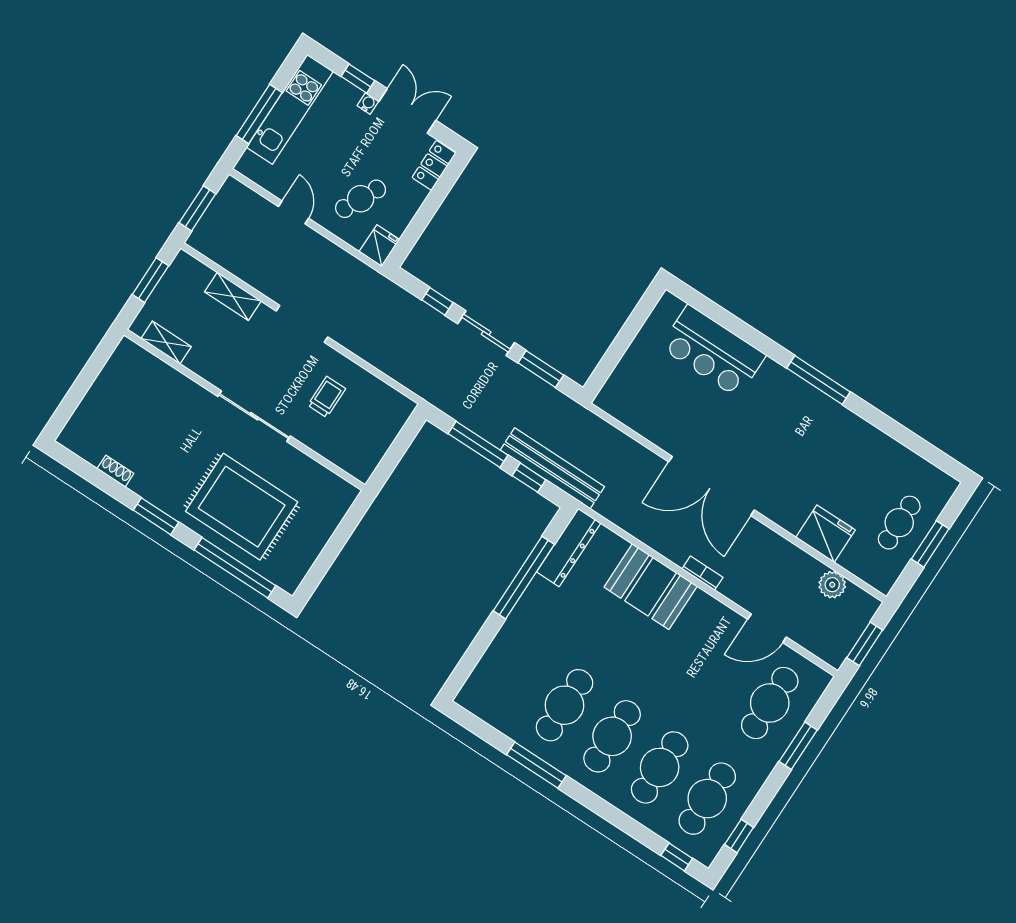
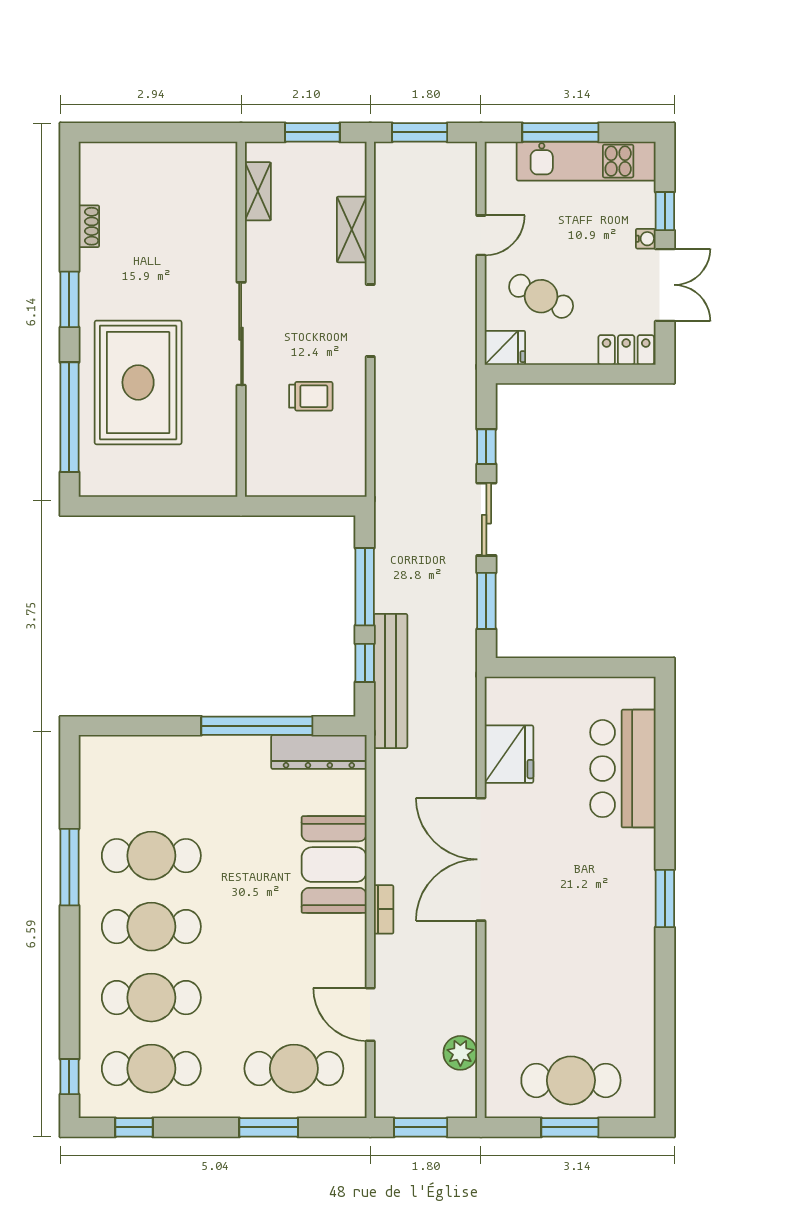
window: (818, 380) -> (665, 899), width x0.69
cafe table: (899, 523) -> (571, 1080), width x1.37, depth x1.35
fridge: (825, 534) -> (509, 754), moved

